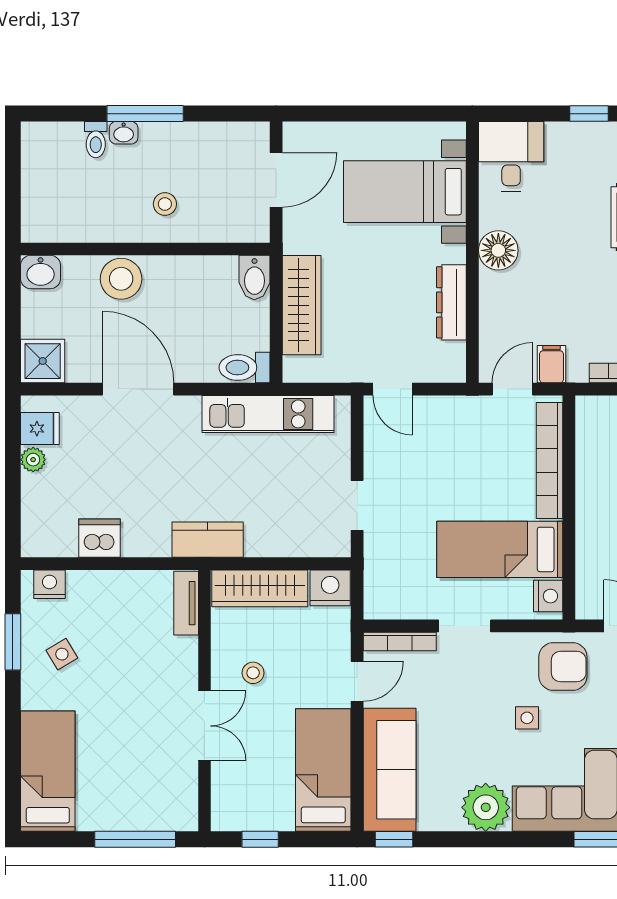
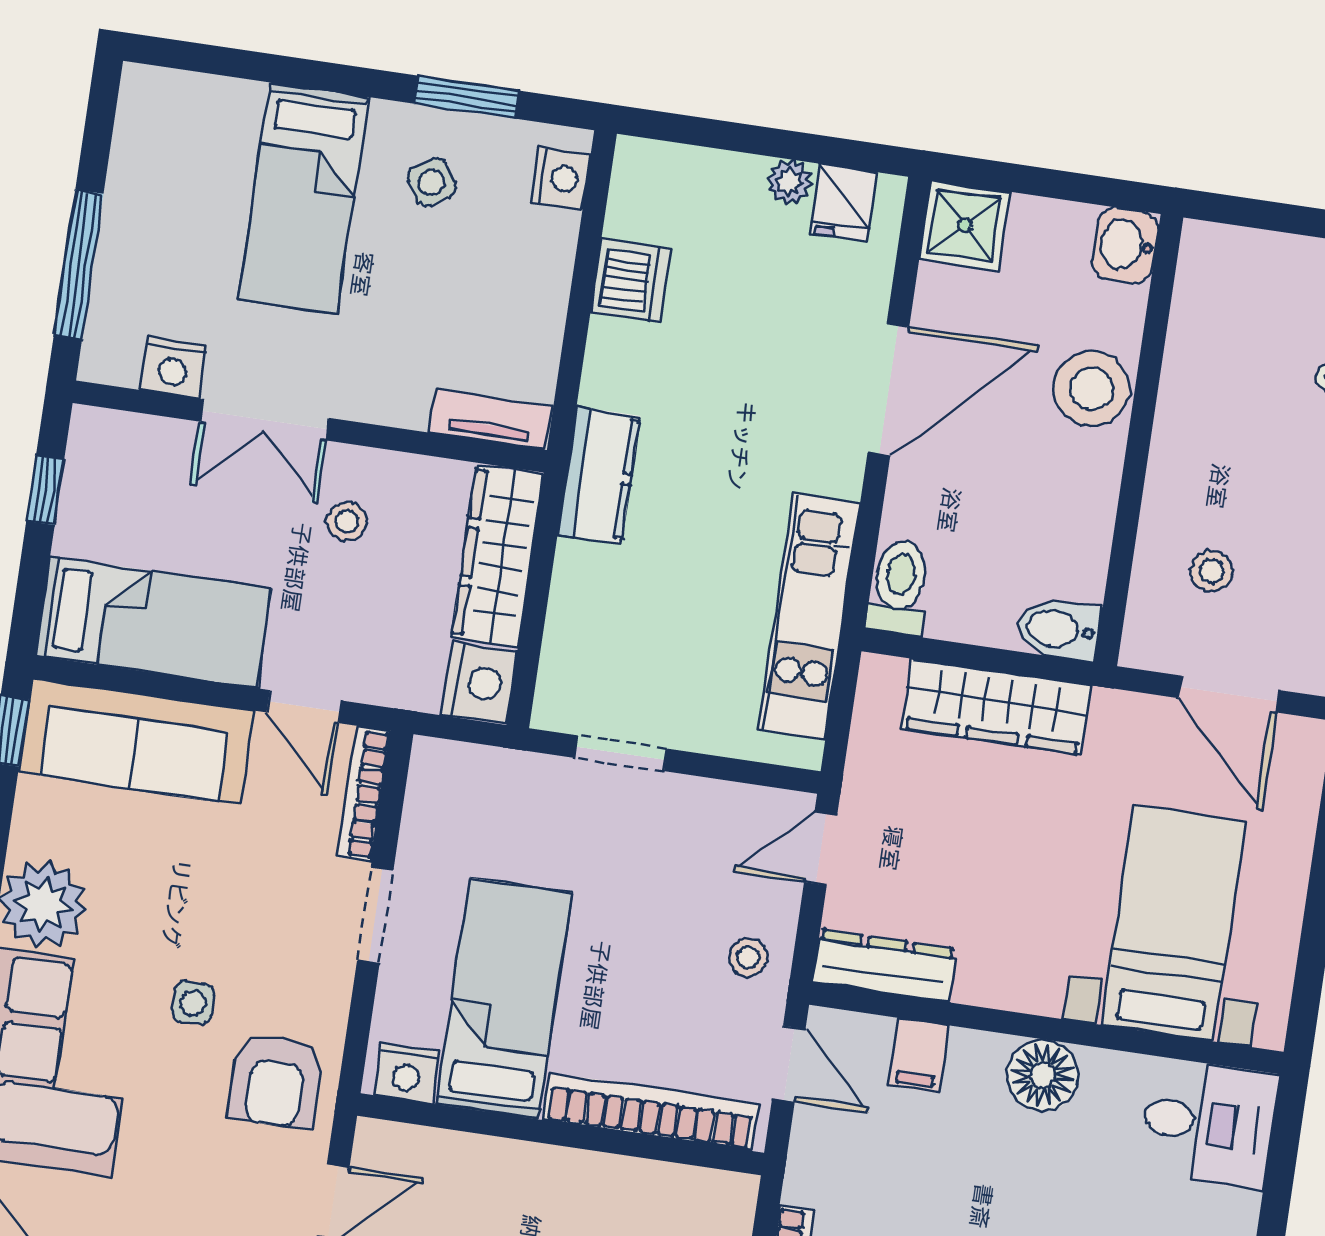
stool: (165, 204) -> (1211, 571), moved
dresser: (451, 302) -> (884, 966), moved
filing cabinet: (552, 364) -> (918, 1055), moved, turned 90
stool: (458, 420) -> (748, 957), added
bed: (48, 771) -> (303, 198), moved, turned 90
nightstand: (183, 780) -> (173, 367), added

